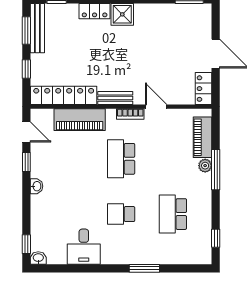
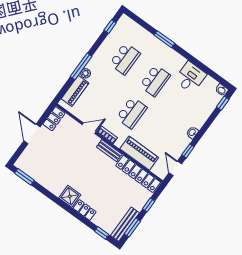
door: (156, 107) -> (89, 128), swing flipped
school desk: (121, 214) -> (155, 81), width x1.85

